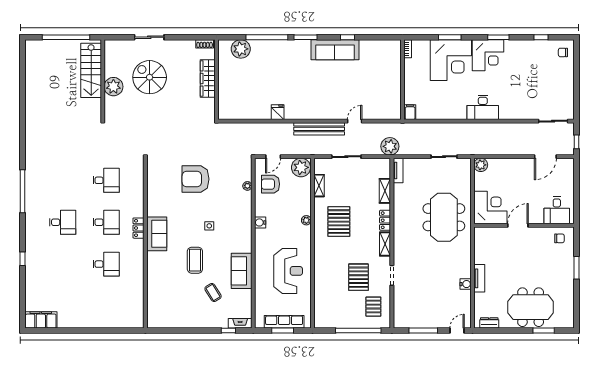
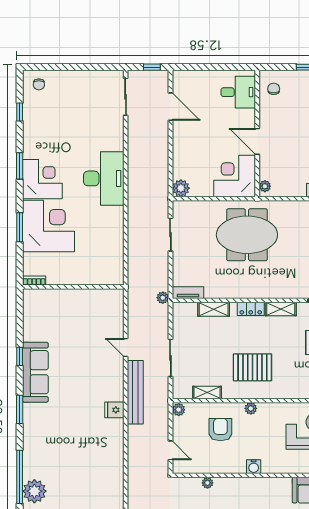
window: (267, 37) -> (20, 477), moved
desk: (483, 107) -> (104, 178), width x1.36, depth x1.30
fridge: (278, 112) -> (114, 410), moved
filing cabinet: (410, 112) -> (114, 277), removed
plant: (390, 146) -> (163, 298), width x0.53, depth x0.53
plant: (301, 167) -> (179, 410), width x0.53, depth x0.53
armchair: (270, 184) -> (220, 430), moved, turned 180
plant: (482, 231) -> (265, 186), added

